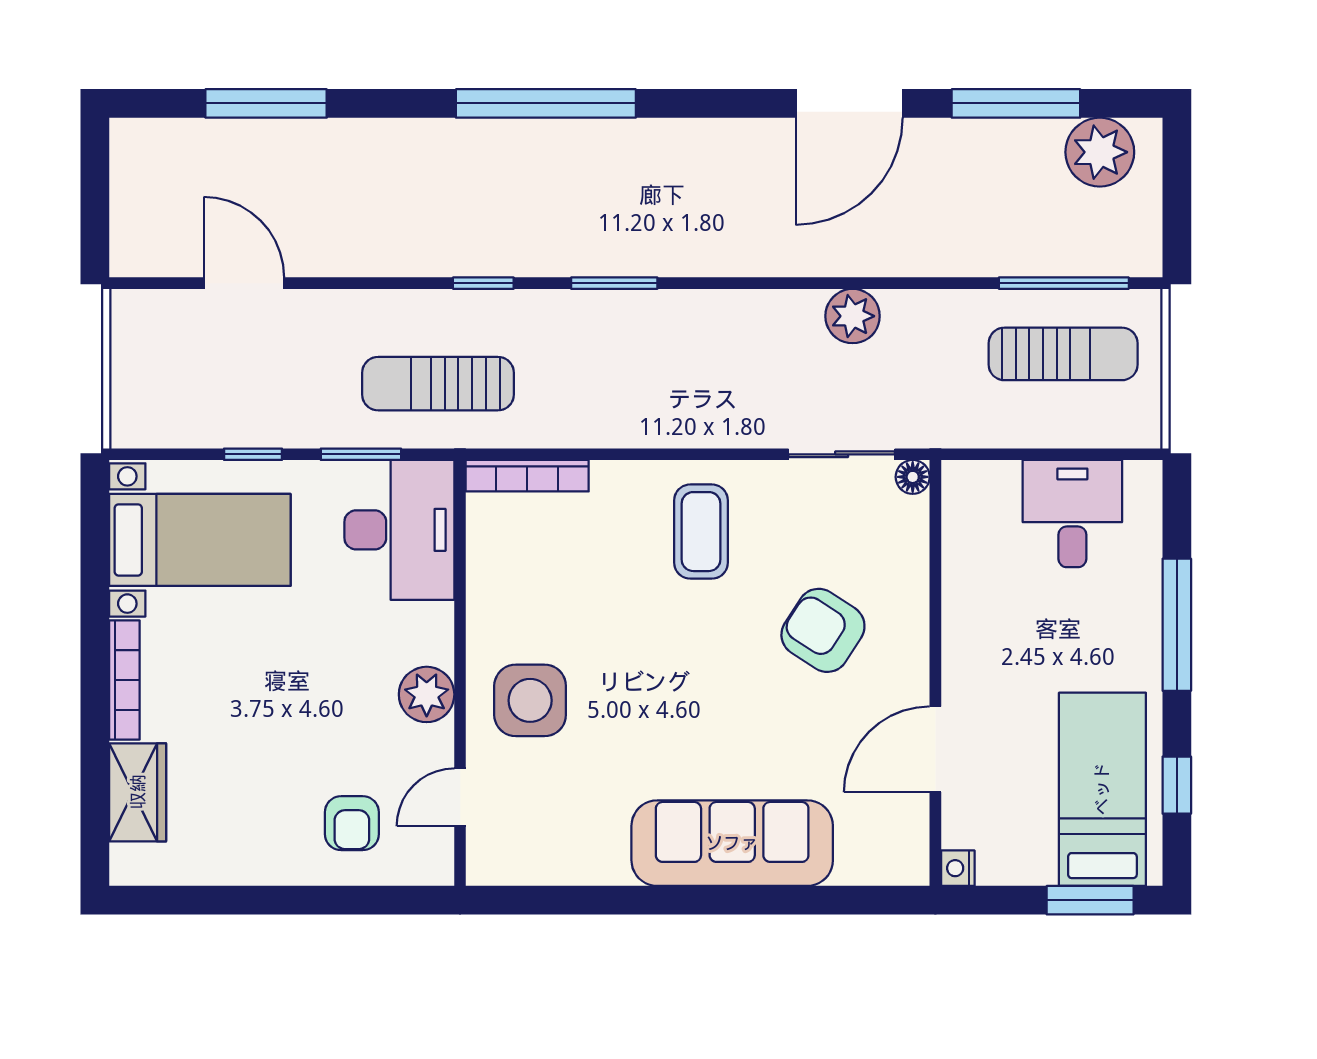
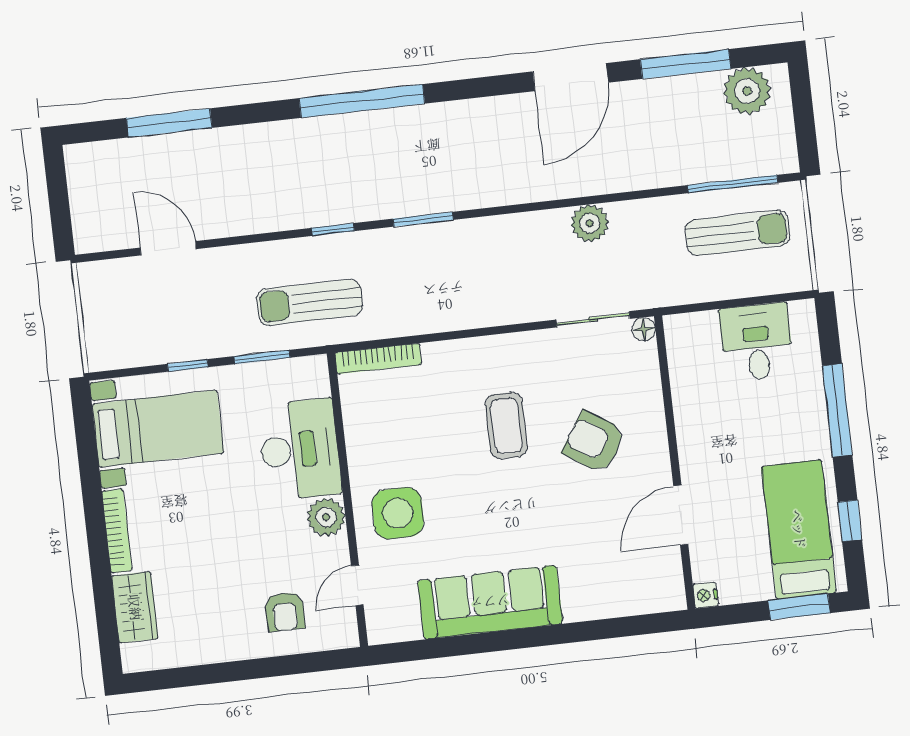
desk: (399, 530) -> (299, 449), moved
coffee table: (701, 532) -> (506, 426), moved
sofa: (732, 843) -> (490, 602), moved

